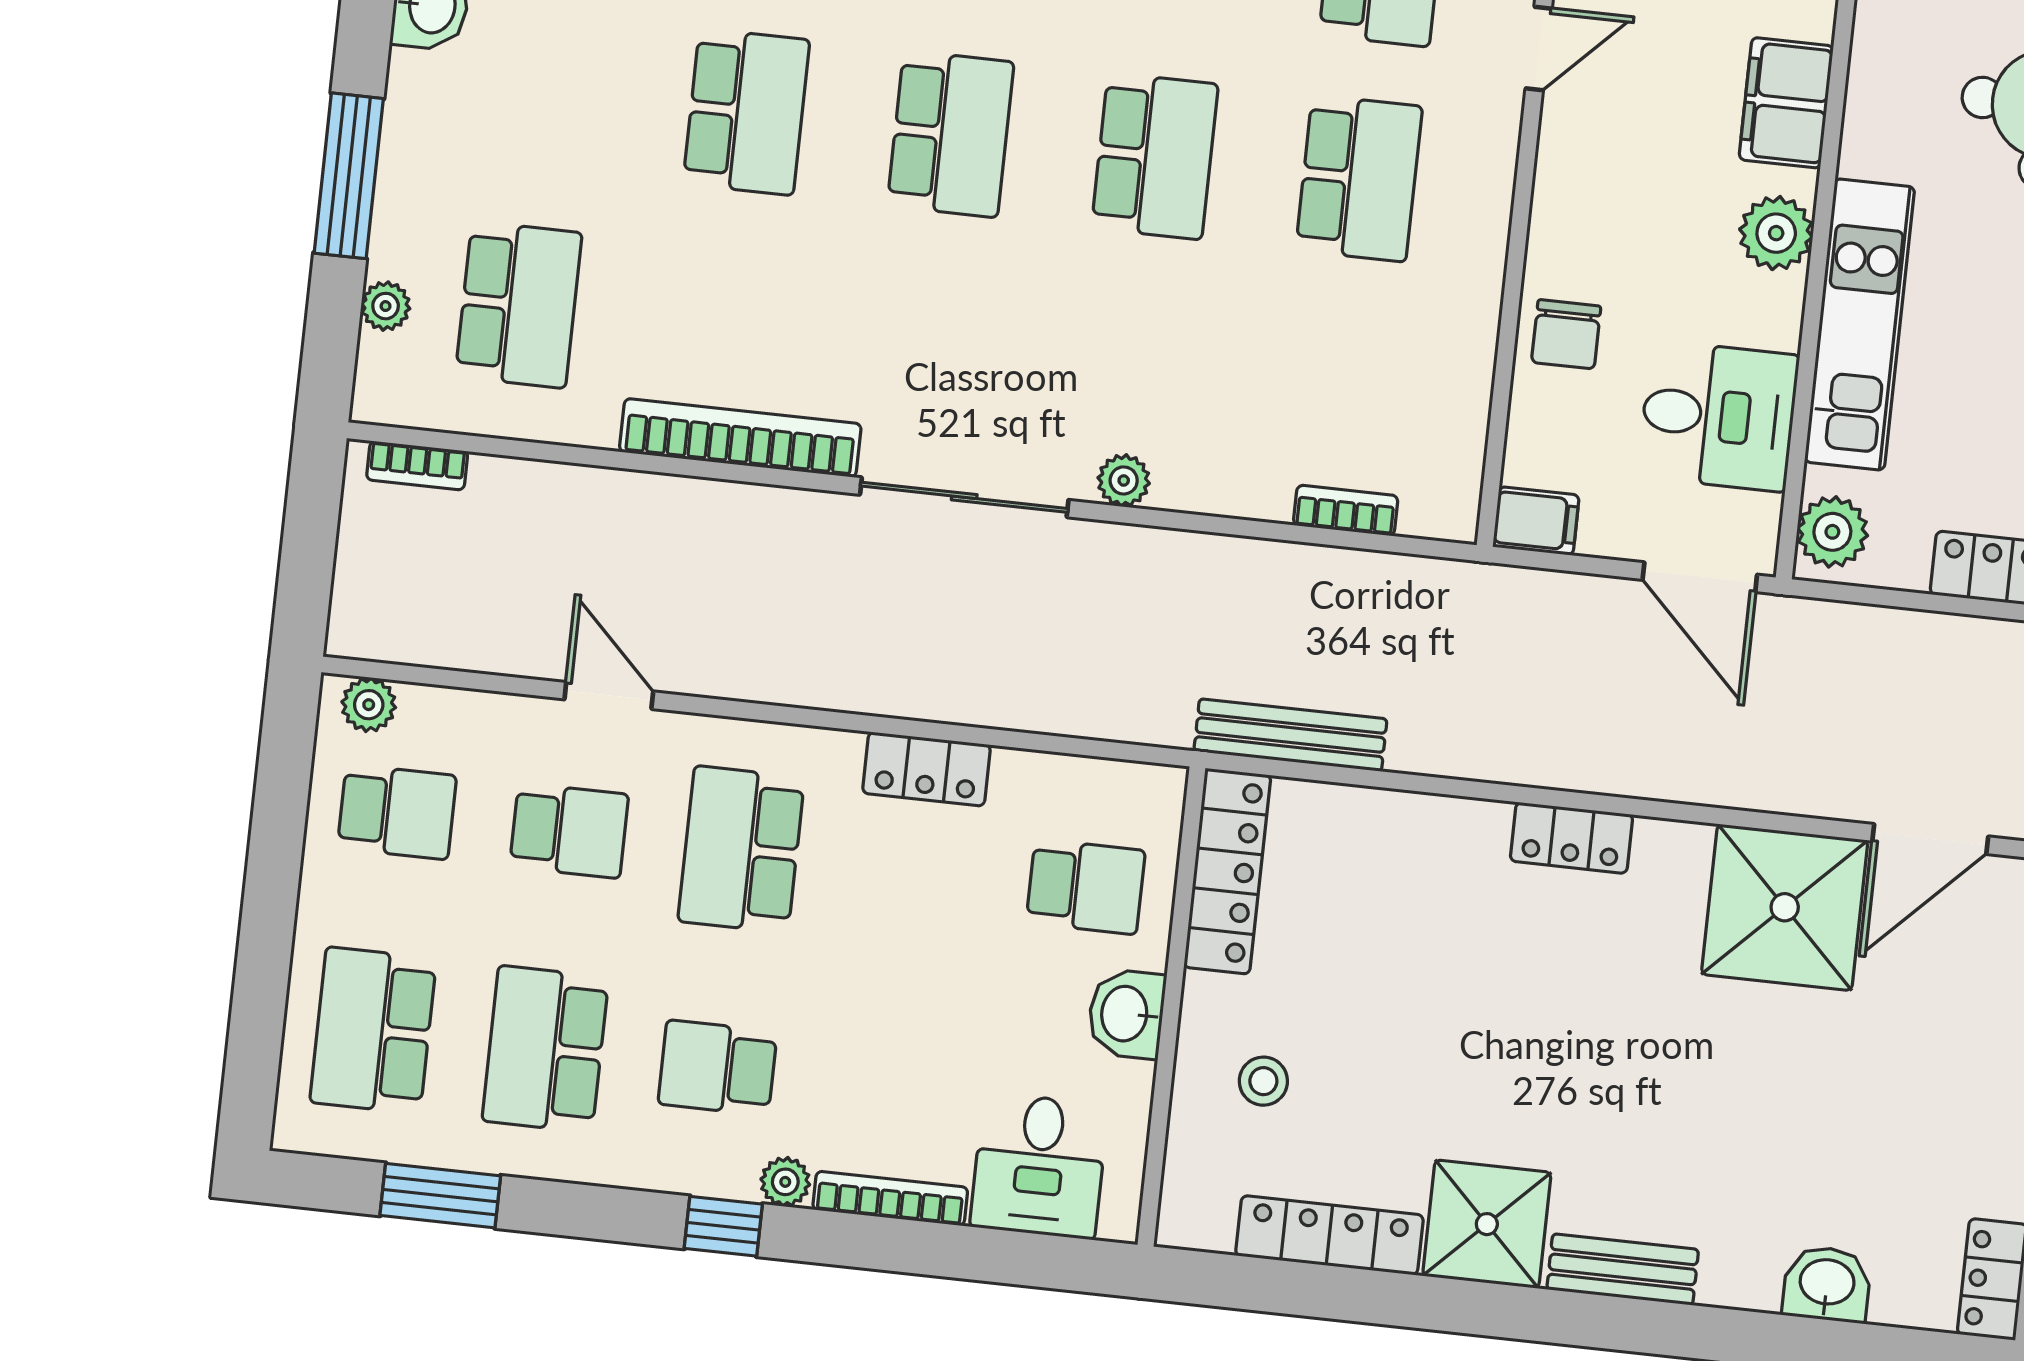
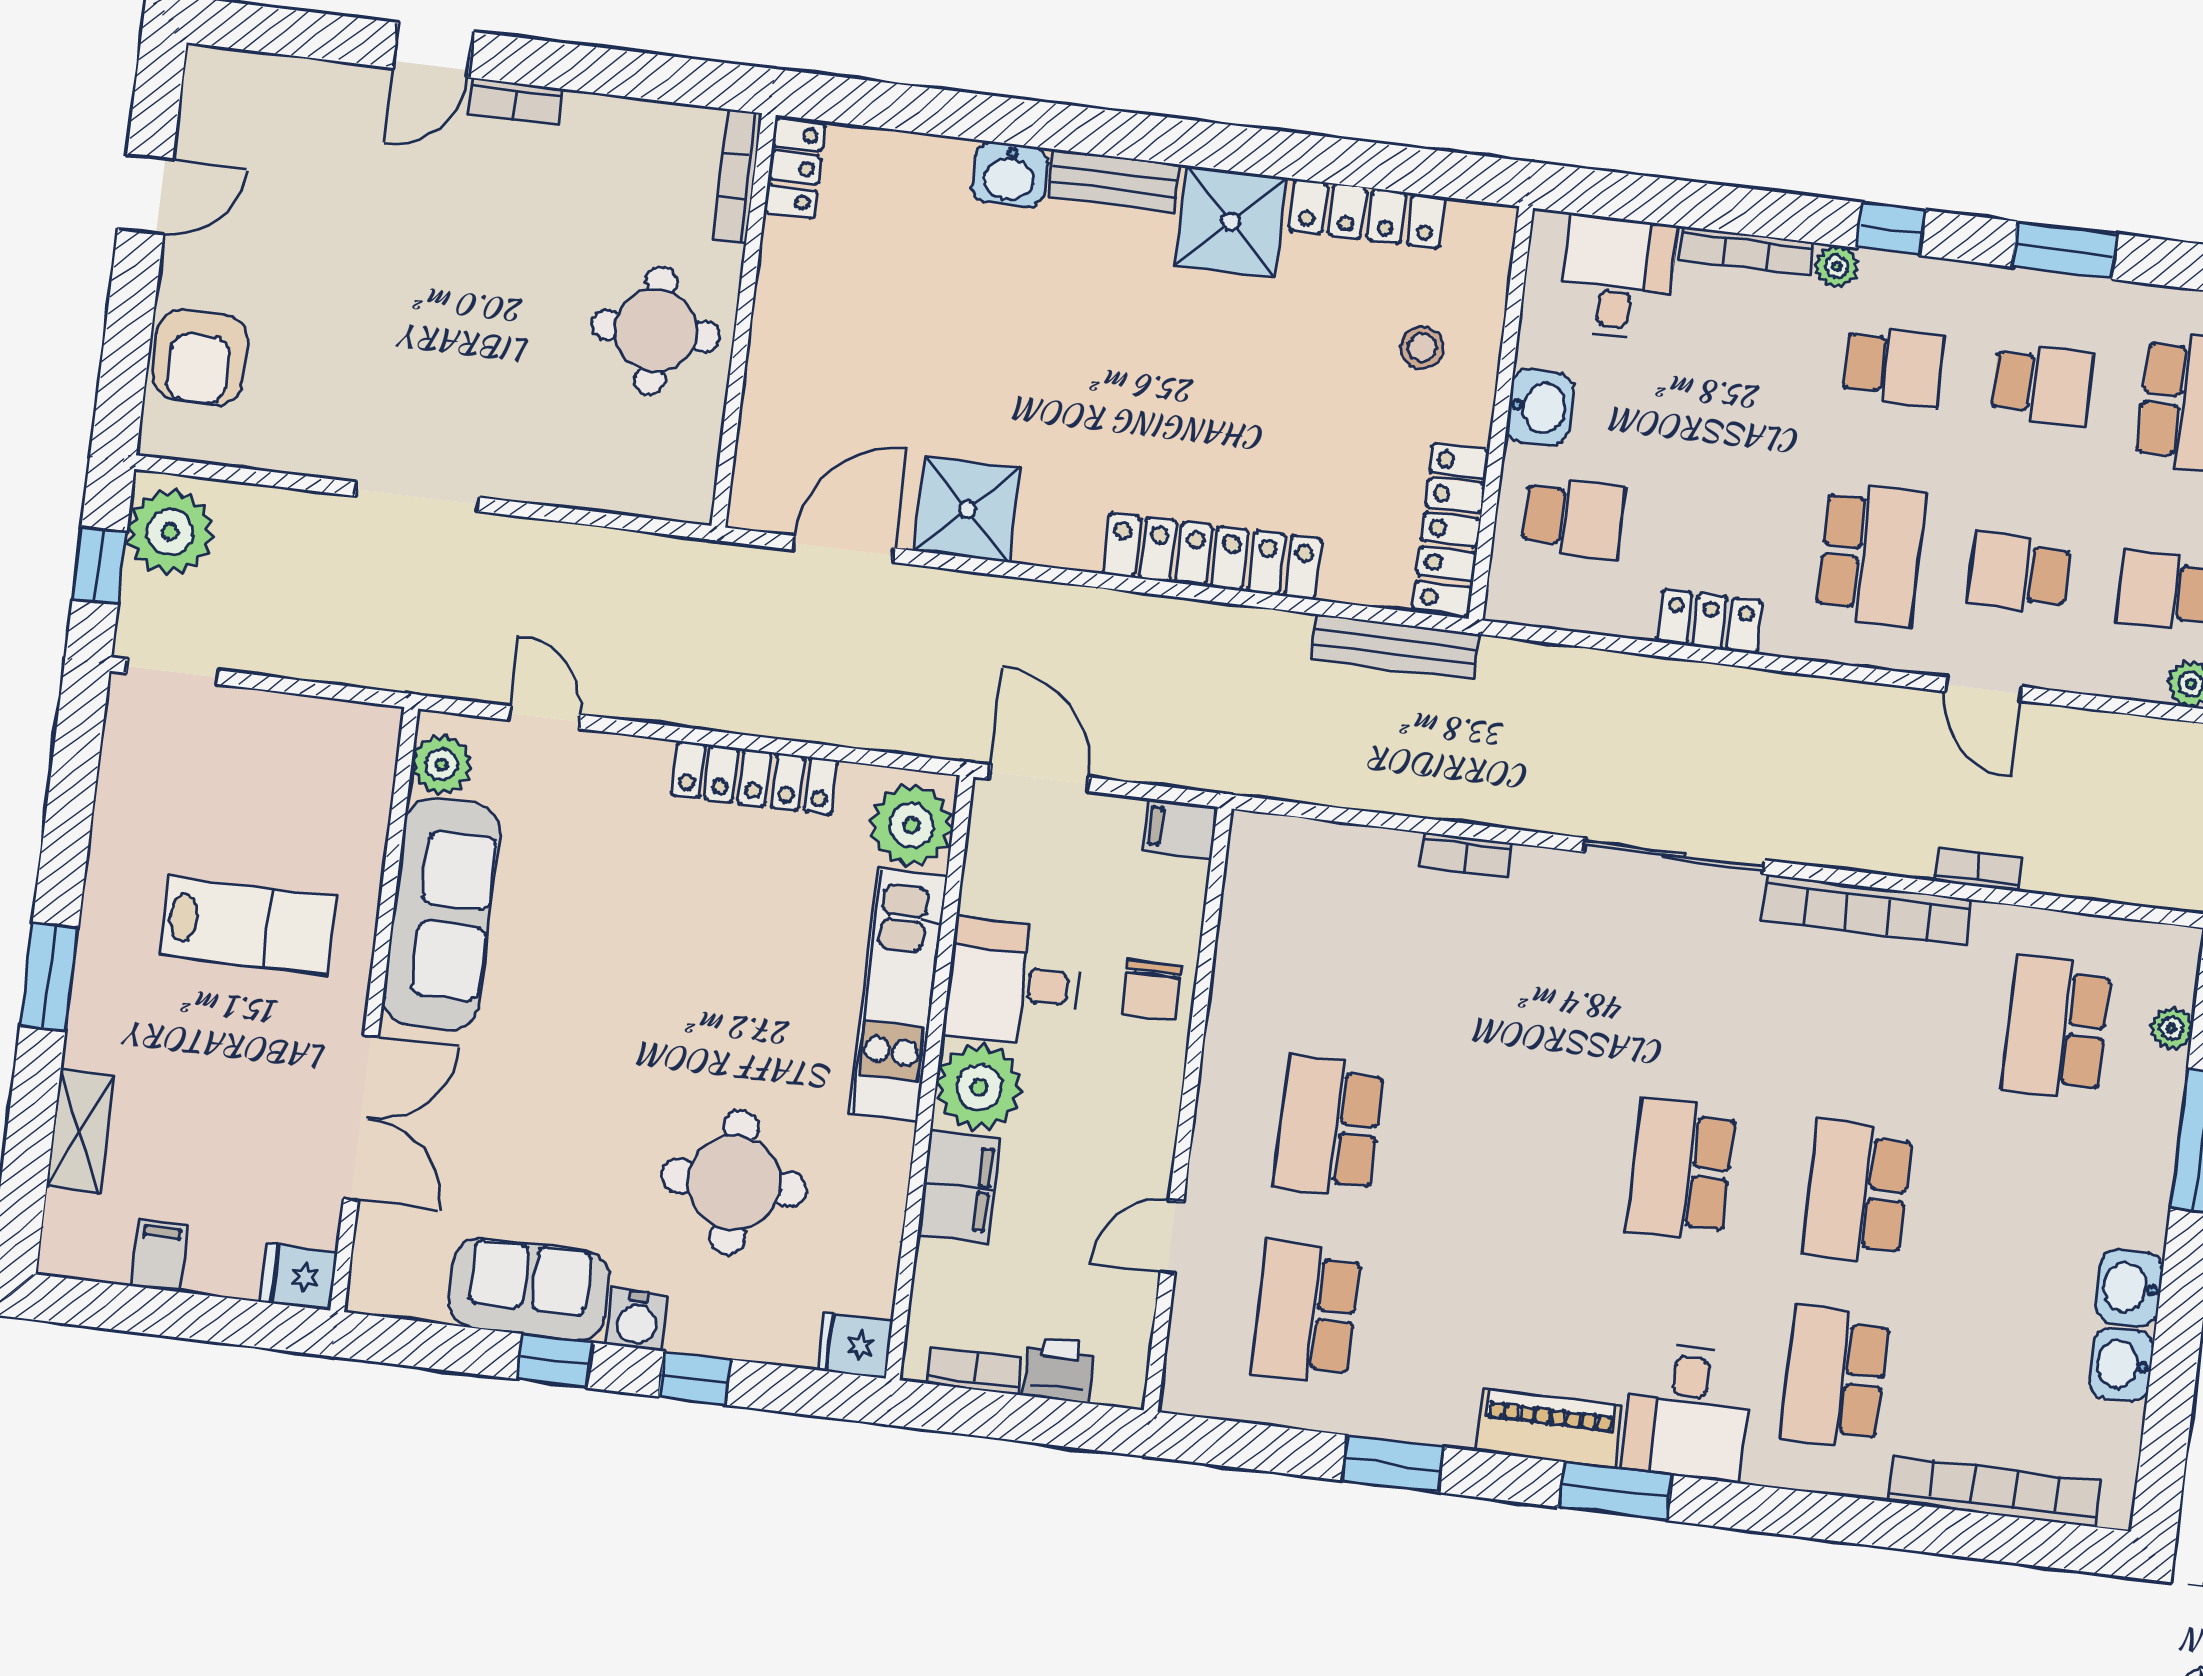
school desk: (1155, 156) -> (1505, 1148), removed
plant: (1776, 233) -> (979, 1087), width x1.36, depth x1.36
chair: (1566, 334) -> (1152, 990), turned 180
desk: (1718, 416) -> (1013, 983), moved
bookcase: (417, 466) -> (1978, 869), moved
plant: (1124, 480) -> (1536, 869), removed
bookcase: (1346, 510) -> (1466, 855), moved
plant: (1832, 532) -> (912, 825), width x1.36, depth x1.36
locker: (1571, 838) -> (1212, 556), width x2.16, depth x1.21
school desk: (1086, 887) -> (1574, 518), turned 180
shower: (1785, 907) -> (968, 509), width x0.73, depth x0.73
school desk: (545, 1049) -> (2042, 384), width x0.54
window: (440, 1196) -> (2064, 250), moved
washbasin: (1827, 1284) -> (1010, 175), moved

